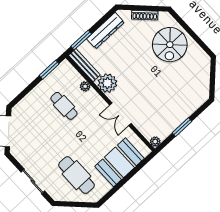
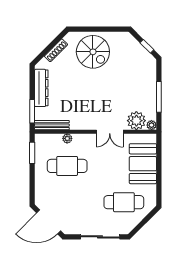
window: (212, 82) -> (147, 46), added
plant: (107, 83) -> (136, 121), moved
cafe table: (64, 106) -> (67, 166), width x1.37, depth x1.35
window: (182, 127) -> (159, 97), width x1.44
sliding door: (33, 182) -> (100, 237), width x1.37

